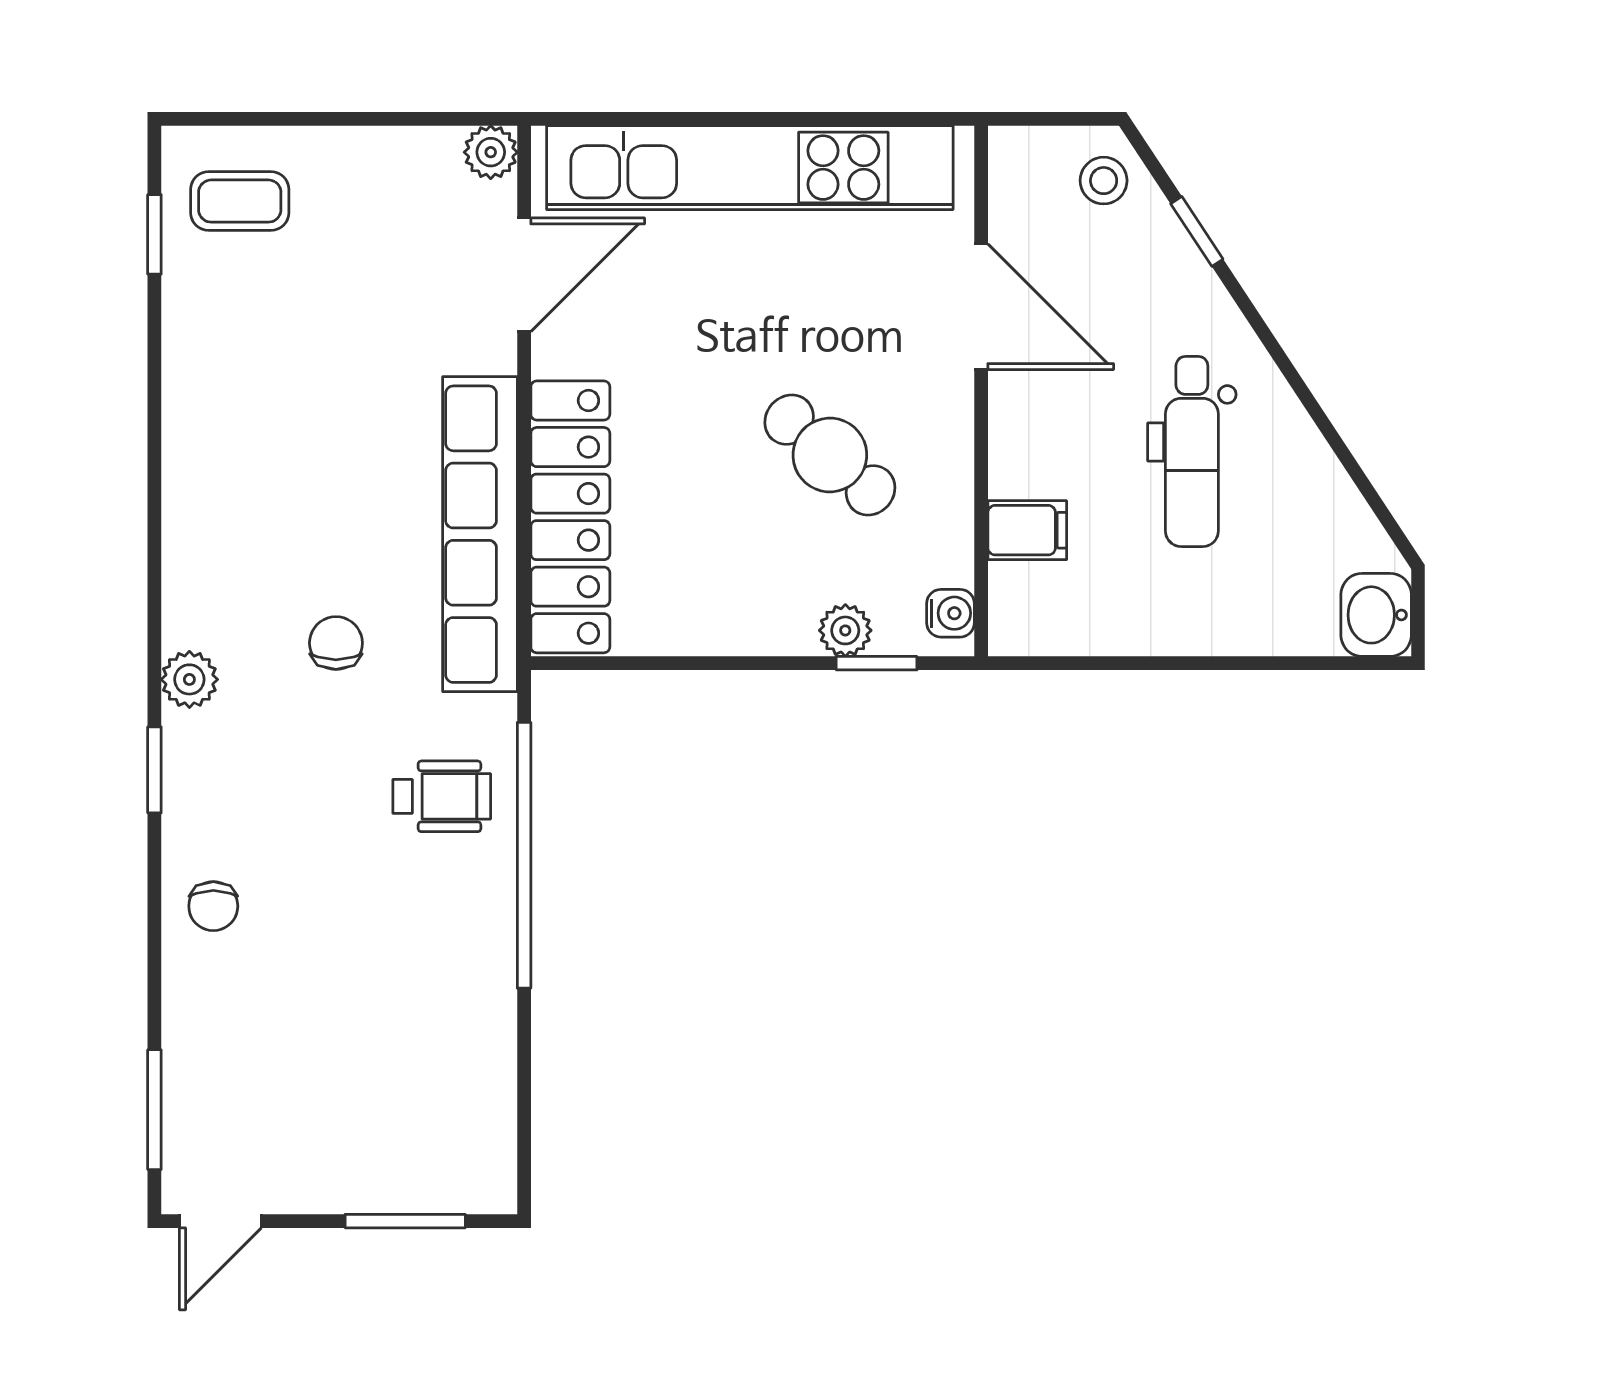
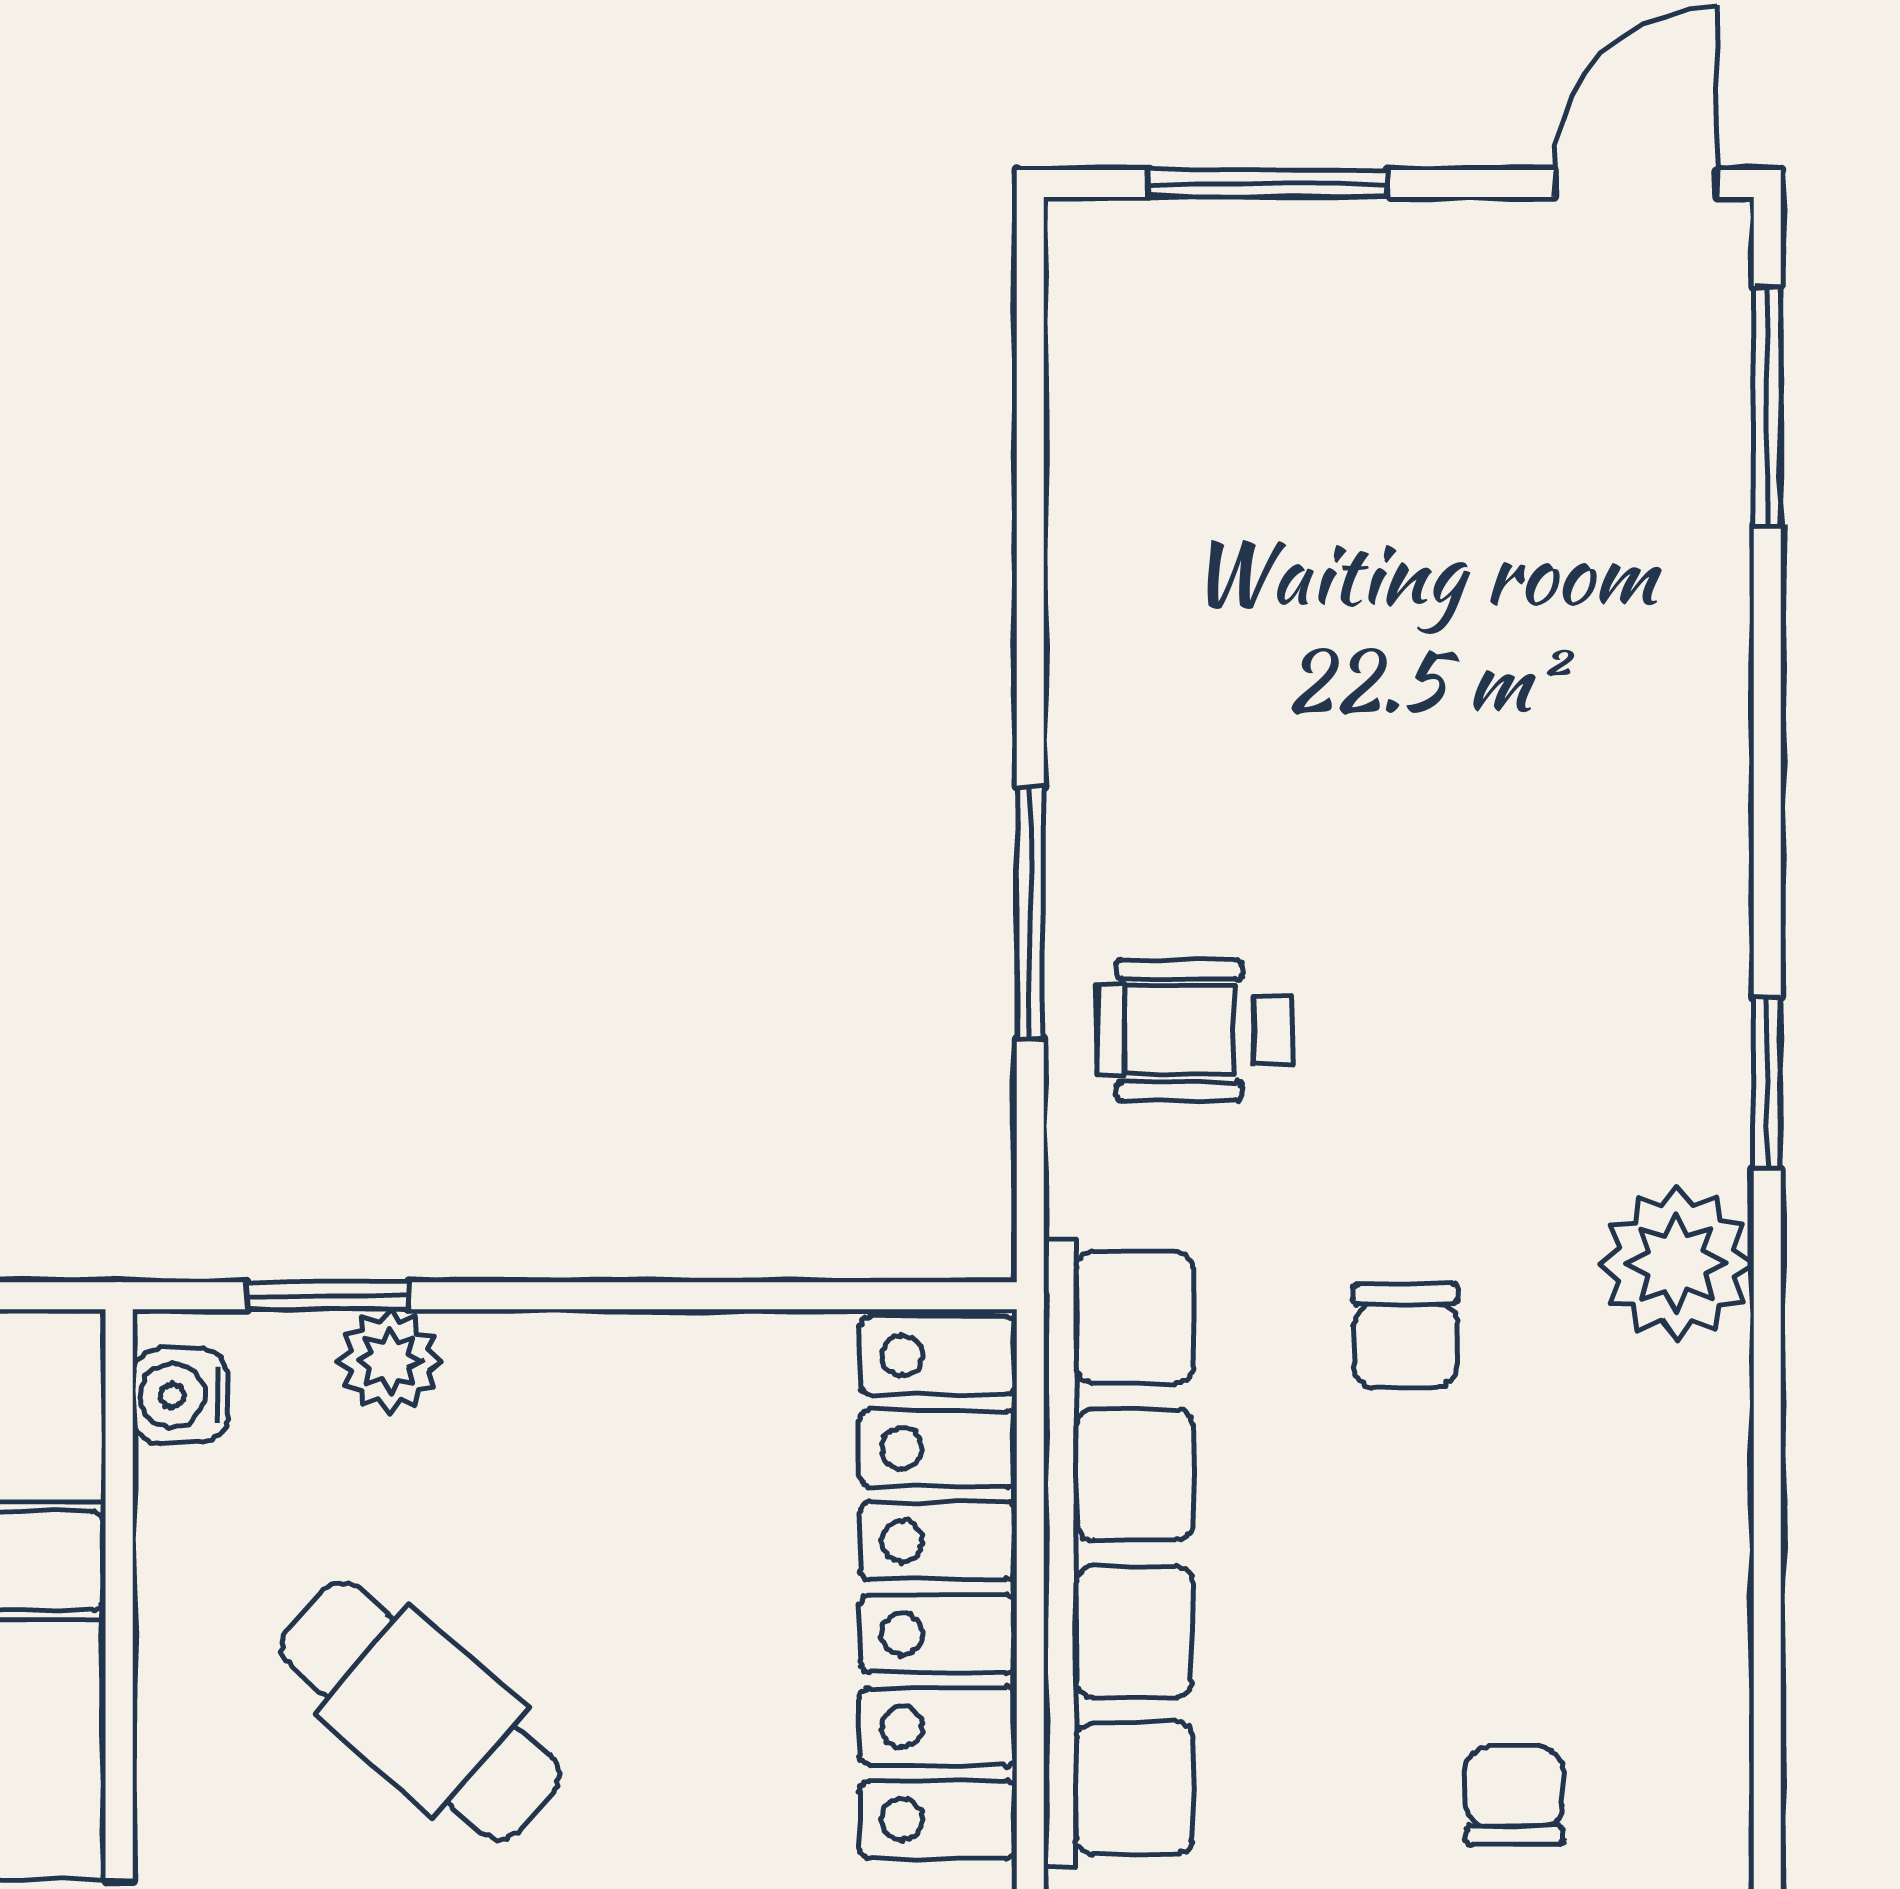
plant: (189, 679) -> (1676, 1263), width x1.38, depth x1.38
window: (524, 855) -> (1030, 913), width x0.47
chair: (213, 906) -> (1514, 1796), moved

